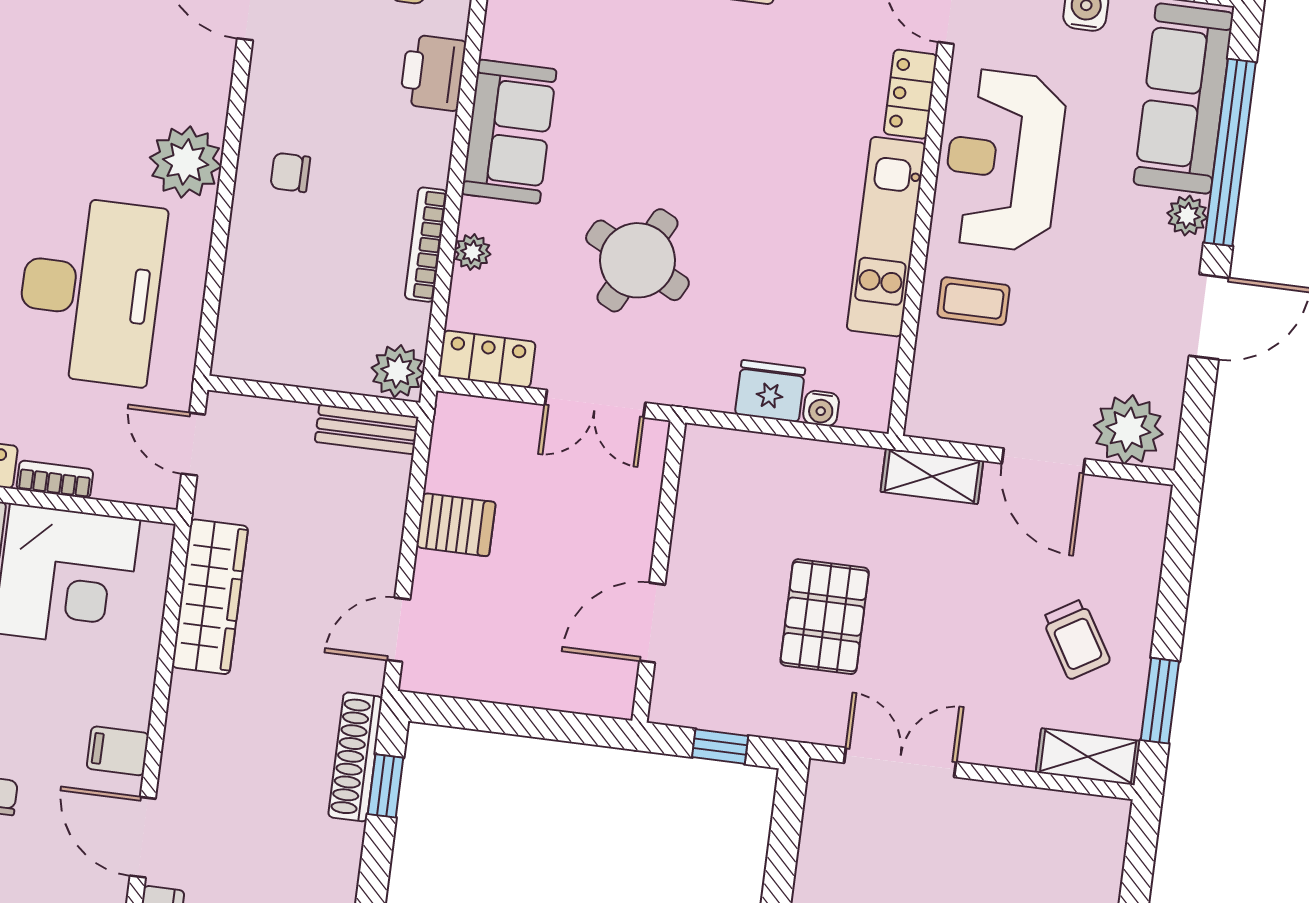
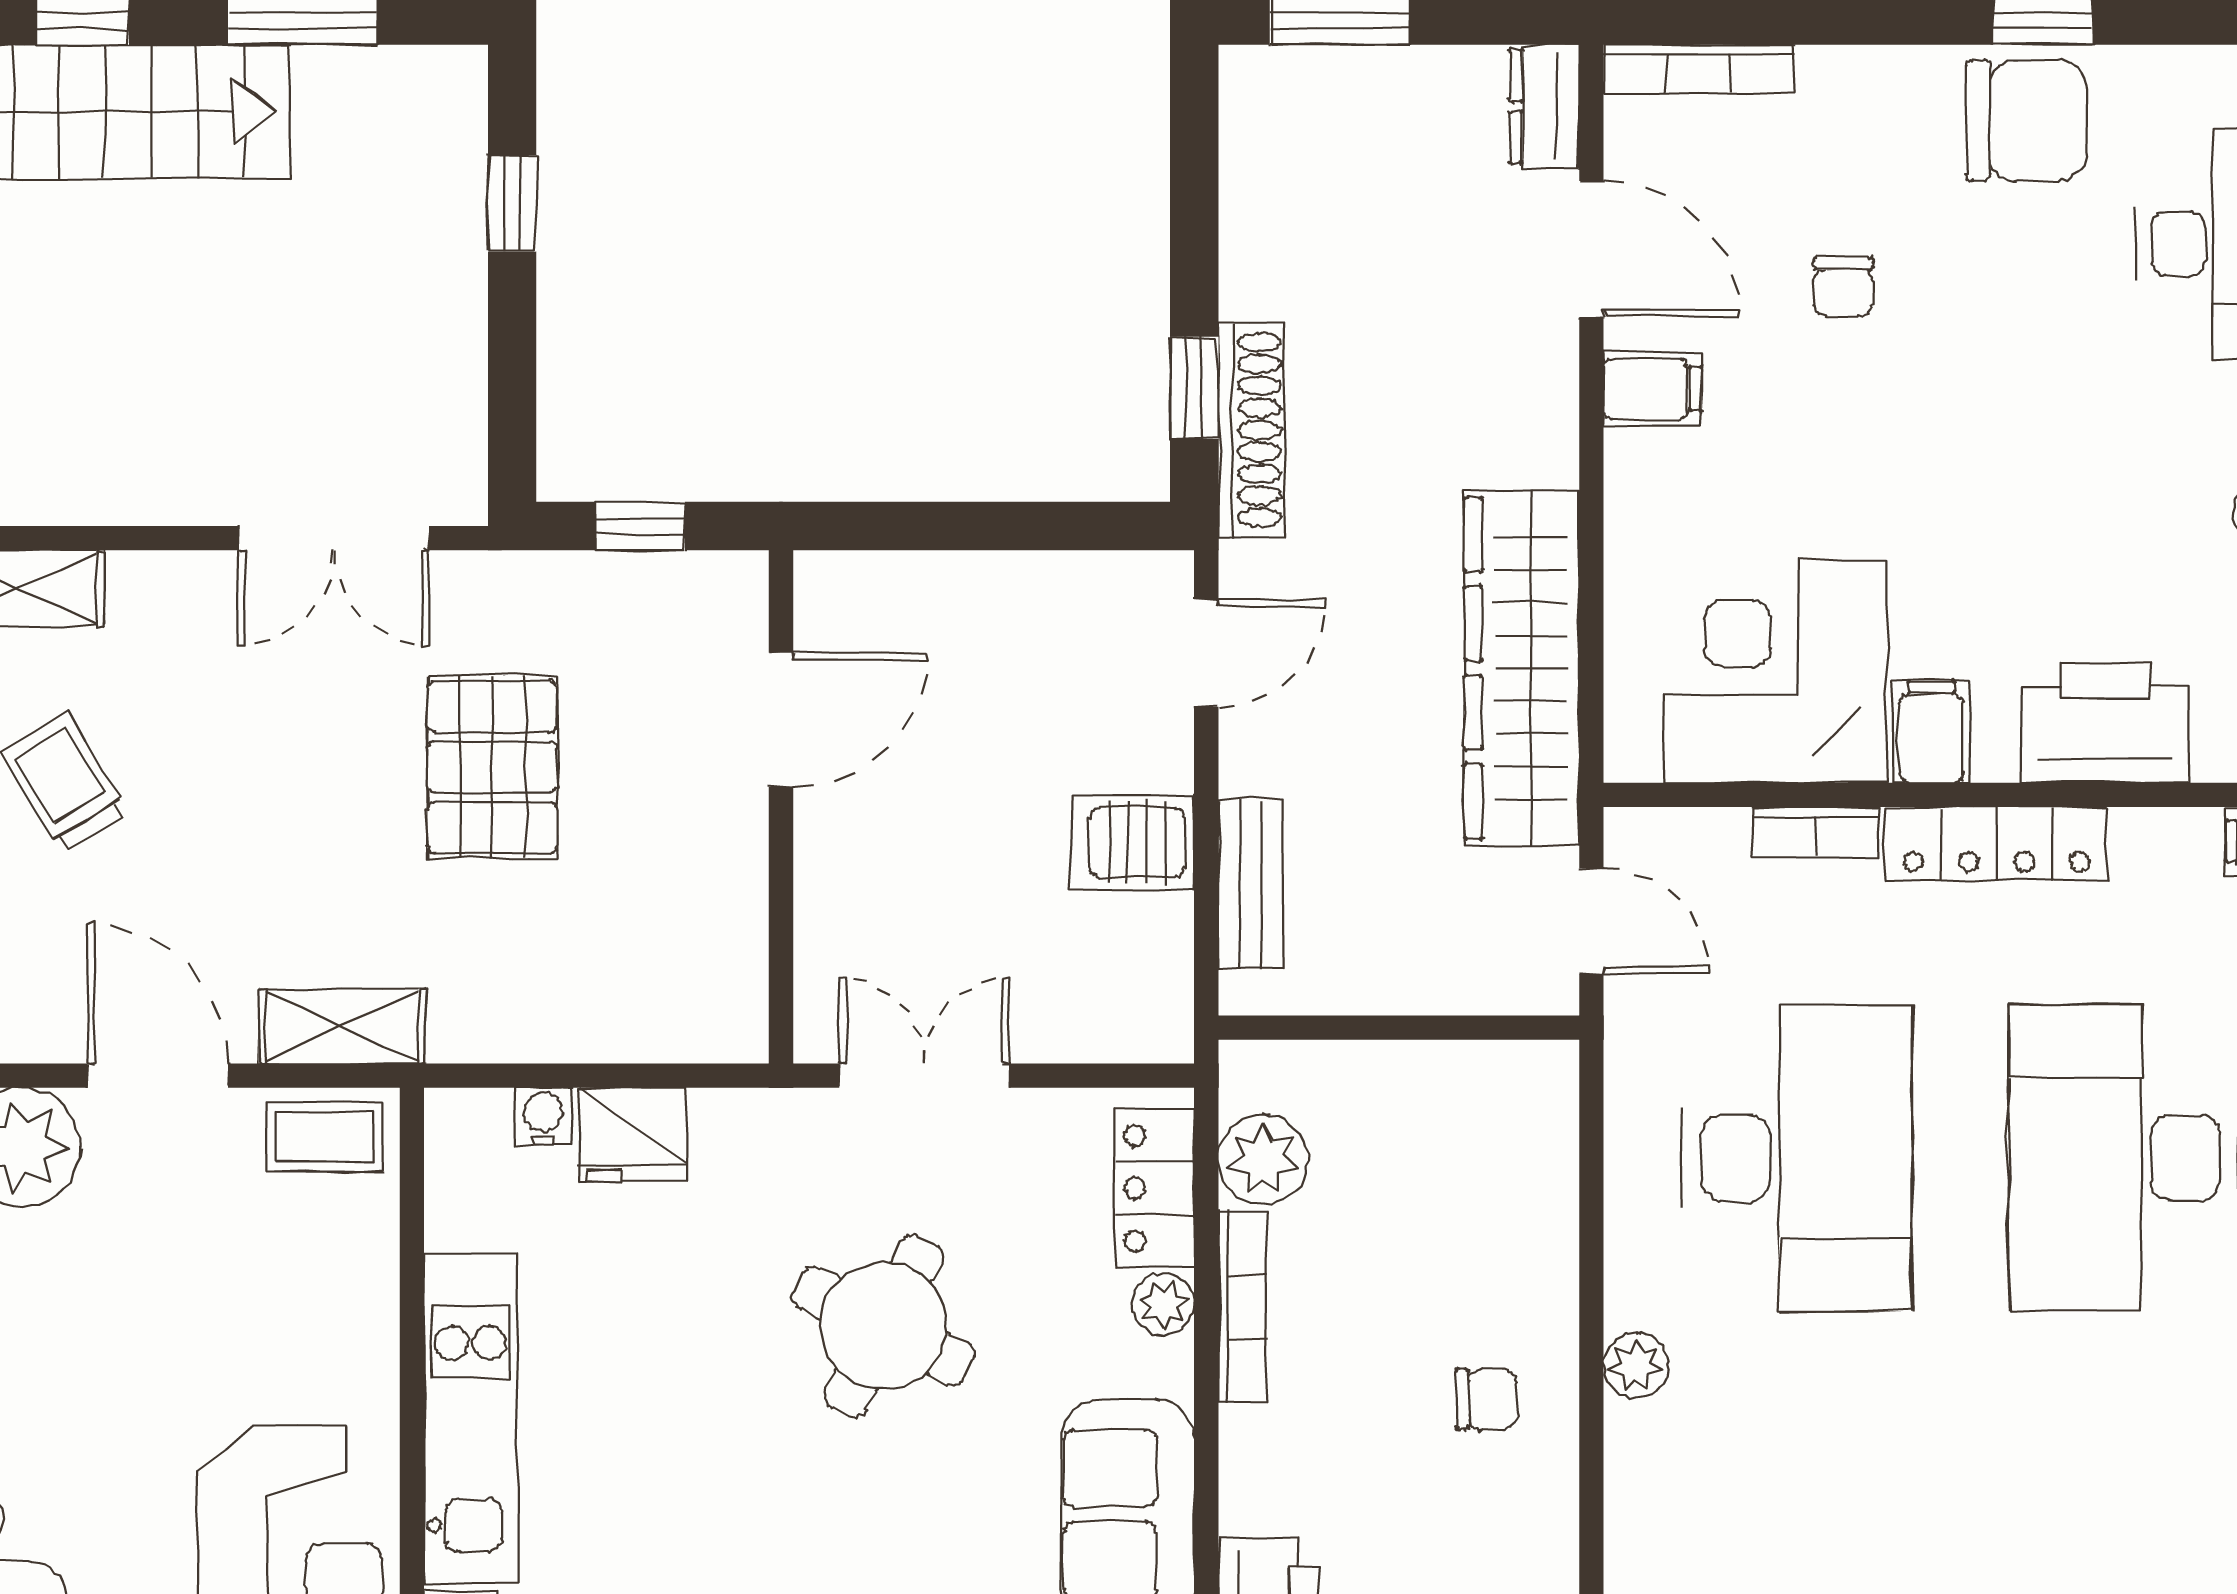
plant: (186, 162) -> (1636, 1365), width x0.53, depth x0.53
desk: (90, 290) -> (1797, 1158), turned 180
coffee table: (974, 301) -> (325, 1137), moved
locker: (487, 359) -> (1155, 1188), moved, turned 90
plant: (398, 371) -> (1263, 1160), moved
bench: (367, 429) -> (1251, 884), moved, turned 90
wardrobe: (210, 597) -> (1522, 668), width x1.40, depth x1.17

